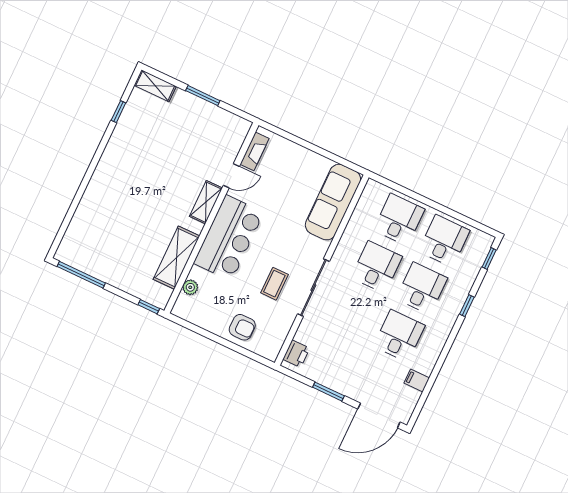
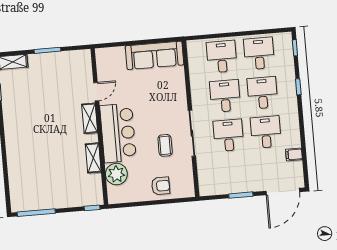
fireplace: (255, 151) -> (102, 67), removed
sofa: (333, 202) -> (155, 55), moved, turned -90
shelving: (176, 258) -> (93, 158), width x0.67, depth x0.75
plant: (190, 287) -> (116, 174), width x1.88, depth x1.88
desk: (354, 314) -> (228, 135), added
printer: (296, 354) -> (206, 183), removed

